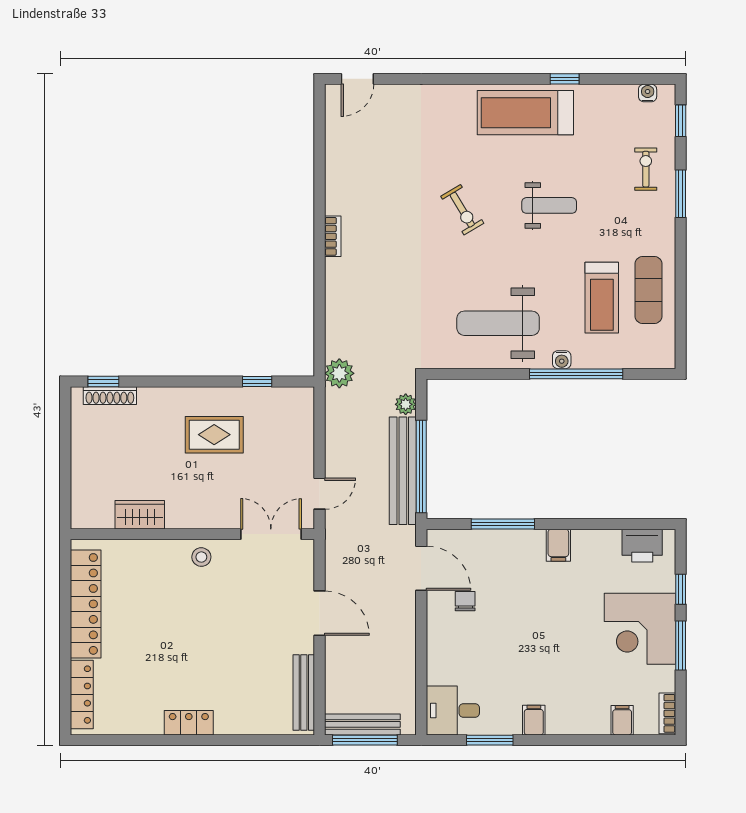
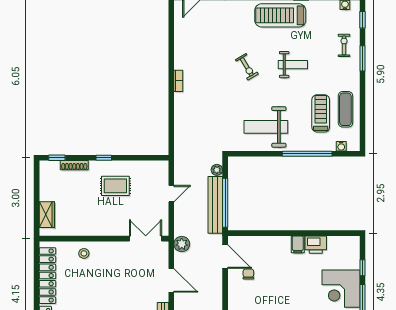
treadmill: (602, 298) -> (321, 113), turned 180
water cooler: (562, 360) -> (341, 146), moved
plant: (339, 373) -> (182, 244), moved
window: (257, 382) -> (104, 158), moved
shoe rack: (110, 396) -> (74, 165), moved
door: (320, 494) -> (171, 194), moved
wardrobe: (140, 515) -> (47, 215), moved, turned 90
window: (503, 524) -> (268, 233), removed
printer: (642, 546) -> (316, 245), moved
stool: (201, 557) -> (84, 253), moved

